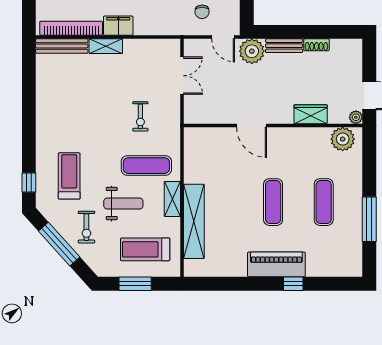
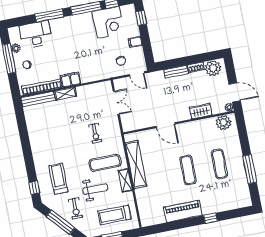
plant: (252, 51) -> (213, 68), moved
shelving: (194, 221) -> (136, 165), moved
piano: (276, 264) -> (183, 211), moved

